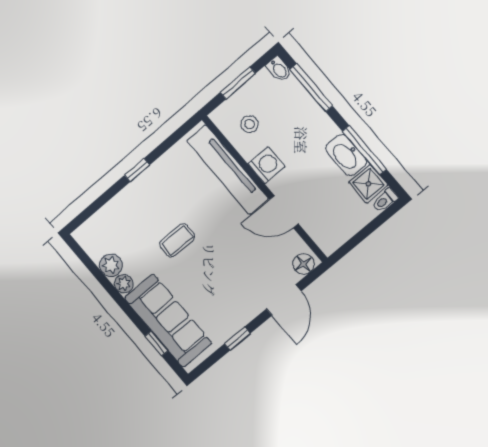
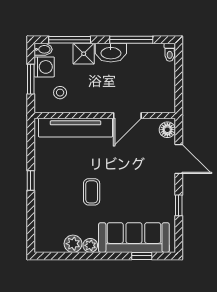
washbasin: (346, 155) -> (111, 53), moved
washing machine: (266, 165) -> (44, 67), moved, turned 90
shower: (368, 184) -> (84, 54), moved

